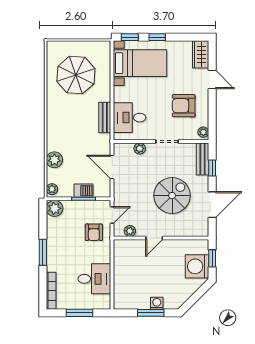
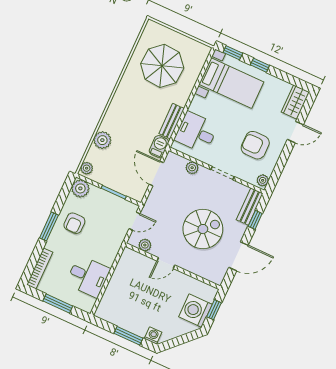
door: (212, 79) -> (295, 132), hinge flipped
barbecue: (84, 191) -> (159, 146), moved, turned -90
armchair: (94, 232) -> (74, 223), moved
washing machine: (157, 303) -> (153, 335), moved

